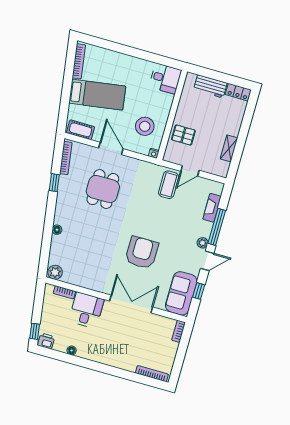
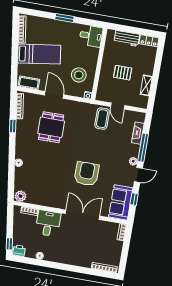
window: (134, 52) -> (64, 18), added
pallet: (183, 135) -> (123, 73), moved
door: (190, 171) -> (118, 106), hinge flipped

